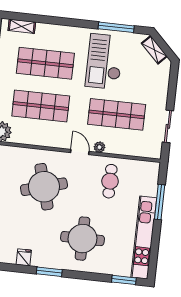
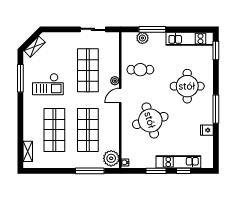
checkout: (104, 61) -> (48, 84), width x0.73, depth x0.83
plant: (150, 188) -> (142, 38), added
kitchen unit: (144, 237) -> (190, 39), width x0.73
window: (49, 272) -> (216, 109), width x1.44

